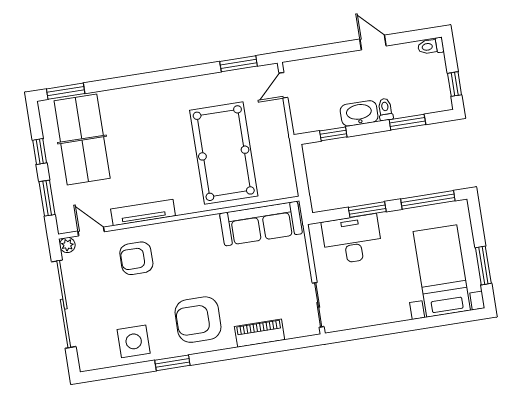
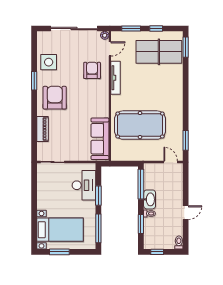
window: (333, 134) -> (141, 184), width x2.17

